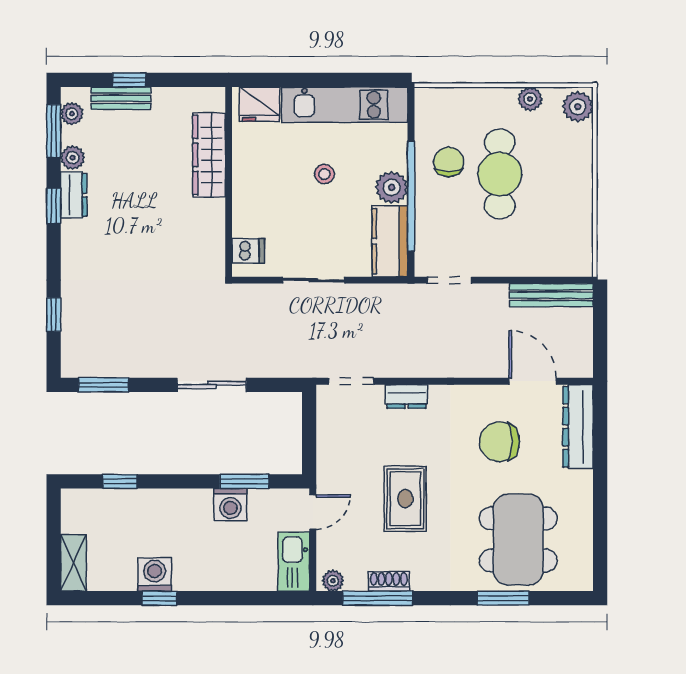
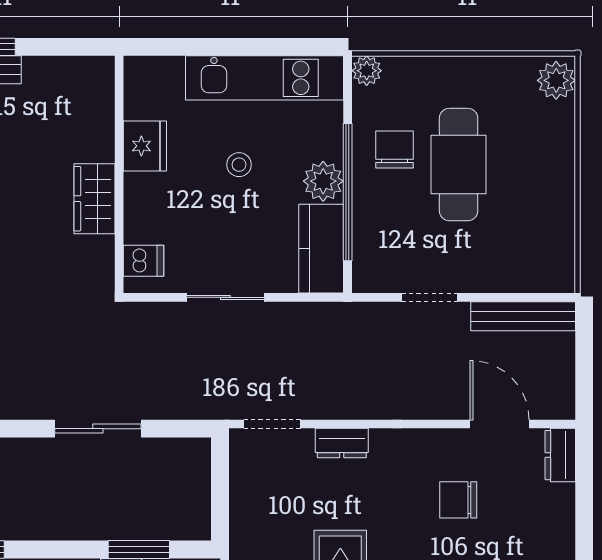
plant: (530, 99) -> (367, 71), moved
fridge: (259, 104) -> (145, 146), moved, turned -90
wardrobe: (209, 155) -> (94, 199), moved, width x0.67
doorway: (449, 280) -> (429, 297), moved
dresser: (578, 427) -> (560, 455), width x0.51, depth x0.80
chair: (500, 442) -> (458, 500), width x0.73, depth x0.73

